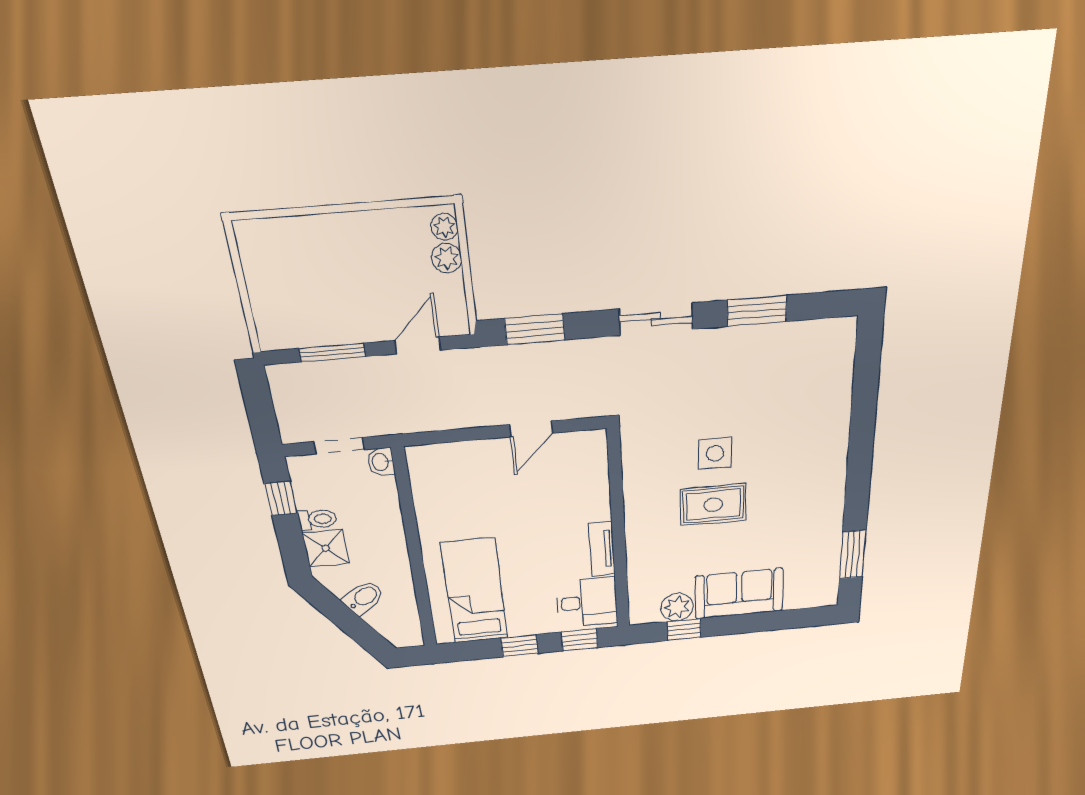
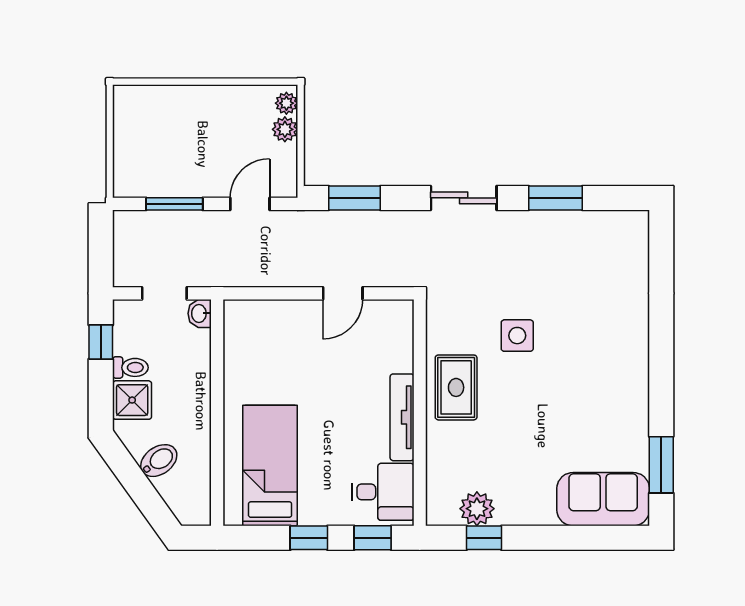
rug: (713, 505) -> (456, 387), moved, turned 90
tv unit: (602, 549) -> (402, 417), width x1.41
sofa: (739, 594) -> (603, 499), moved

